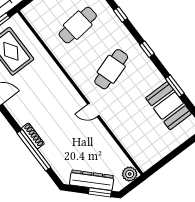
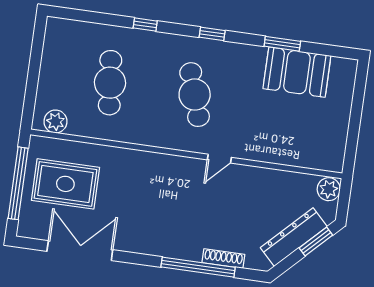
plant: (35, 18) -> (55, 122), added
shoe rack: (33, 136) -> (223, 259), moved

